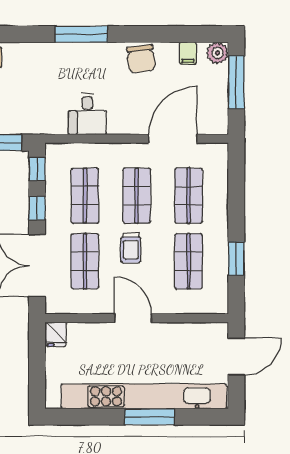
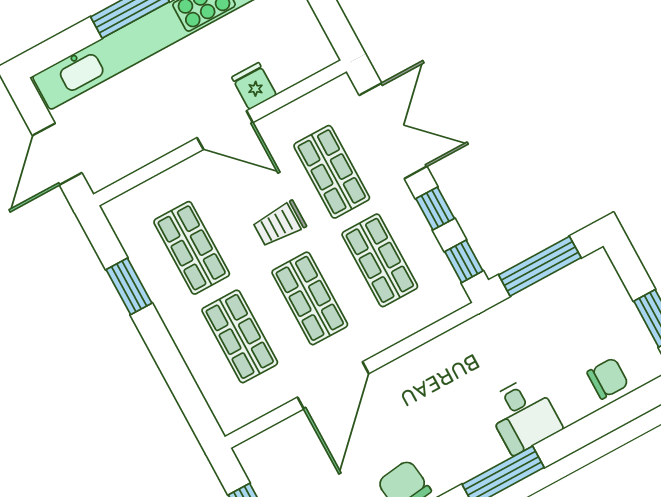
desk: (87, 114) -> (523, 415), moved, turned 180
door: (173, 139) -> (333, 385), moved
trolley: (131, 248) -> (280, 224), turned -90
fridge: (56, 334) -> (254, 86), moved

